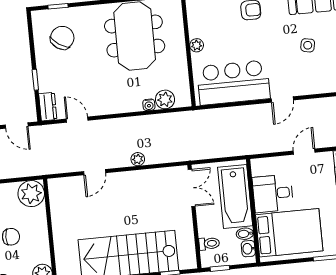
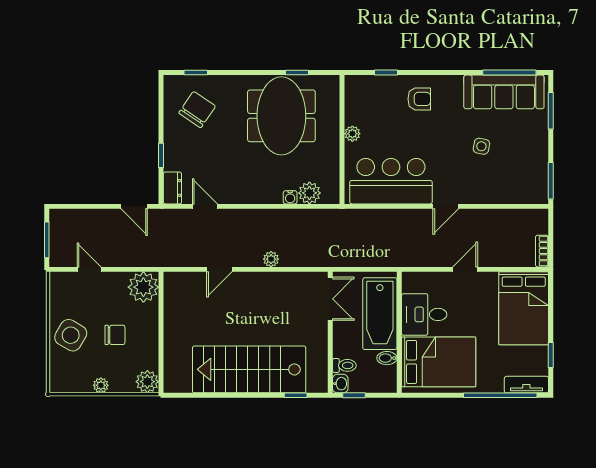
washbasin: (248, 249) -> (340, 384), moved, turned 180

